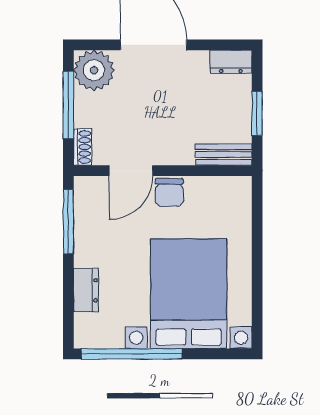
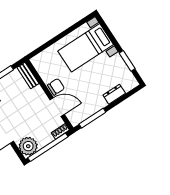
window: (68, 105) -> (48, 147), width x1.46
bed with nightstands: (189, 294) -> (86, 48), width x0.73
window: (132, 354) -> (127, 61), width x0.47

